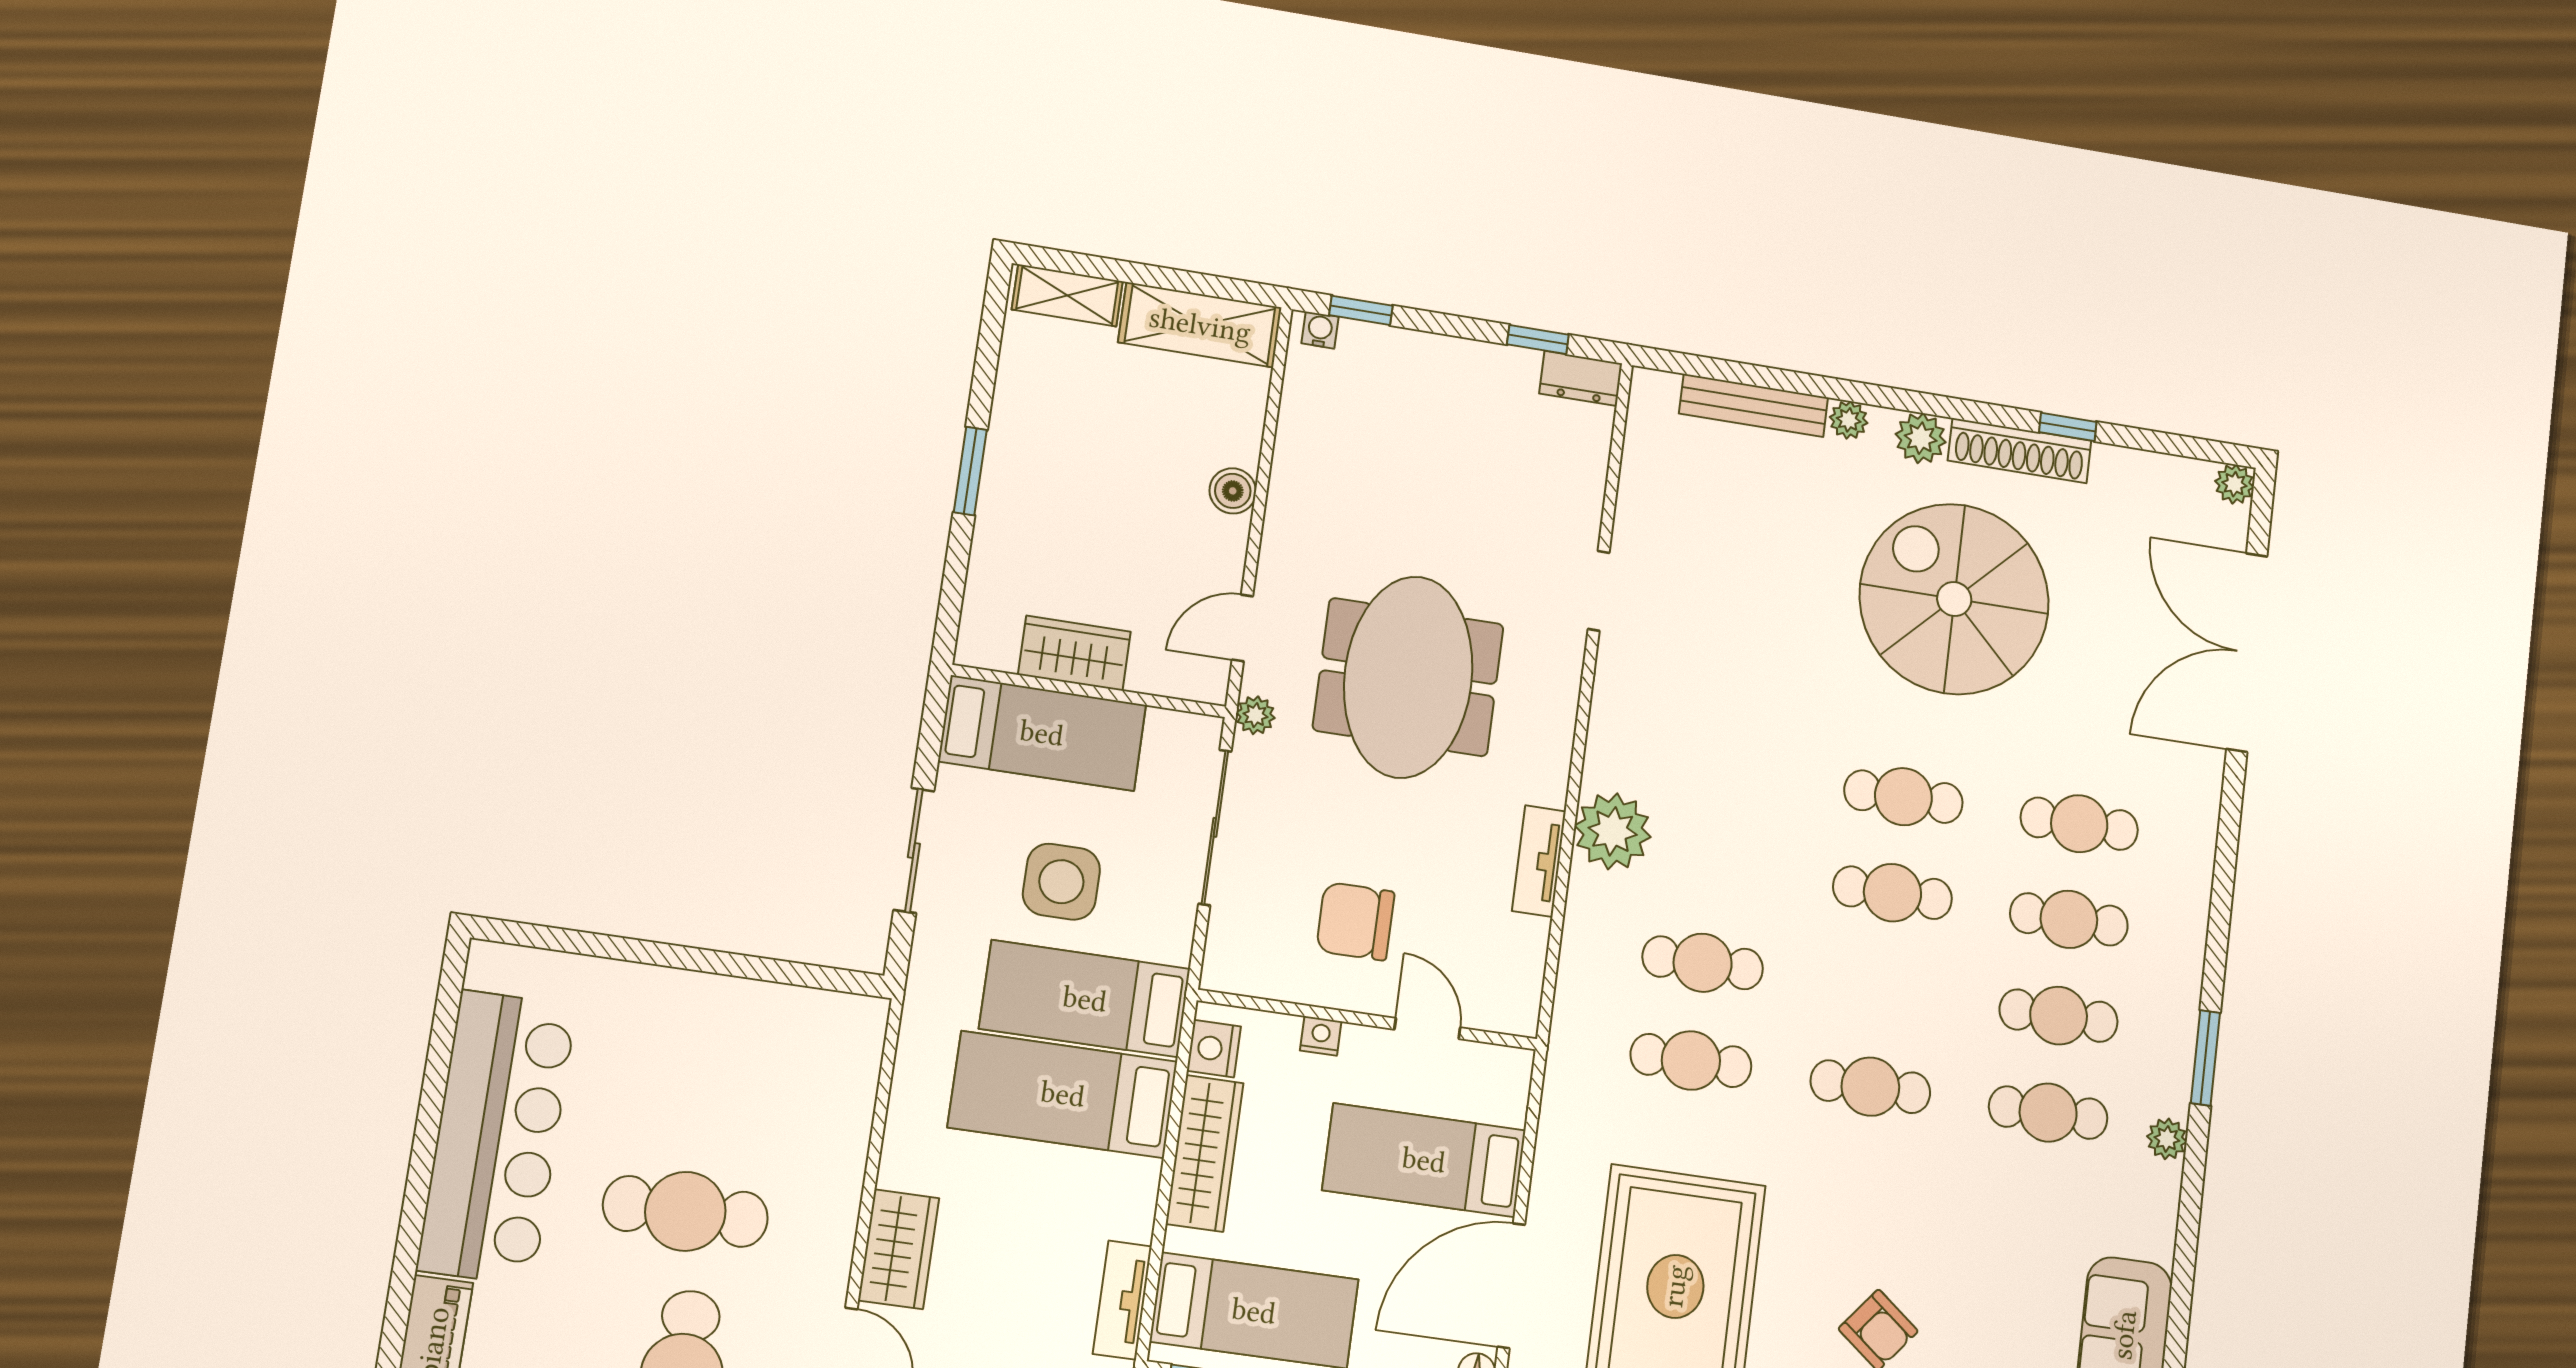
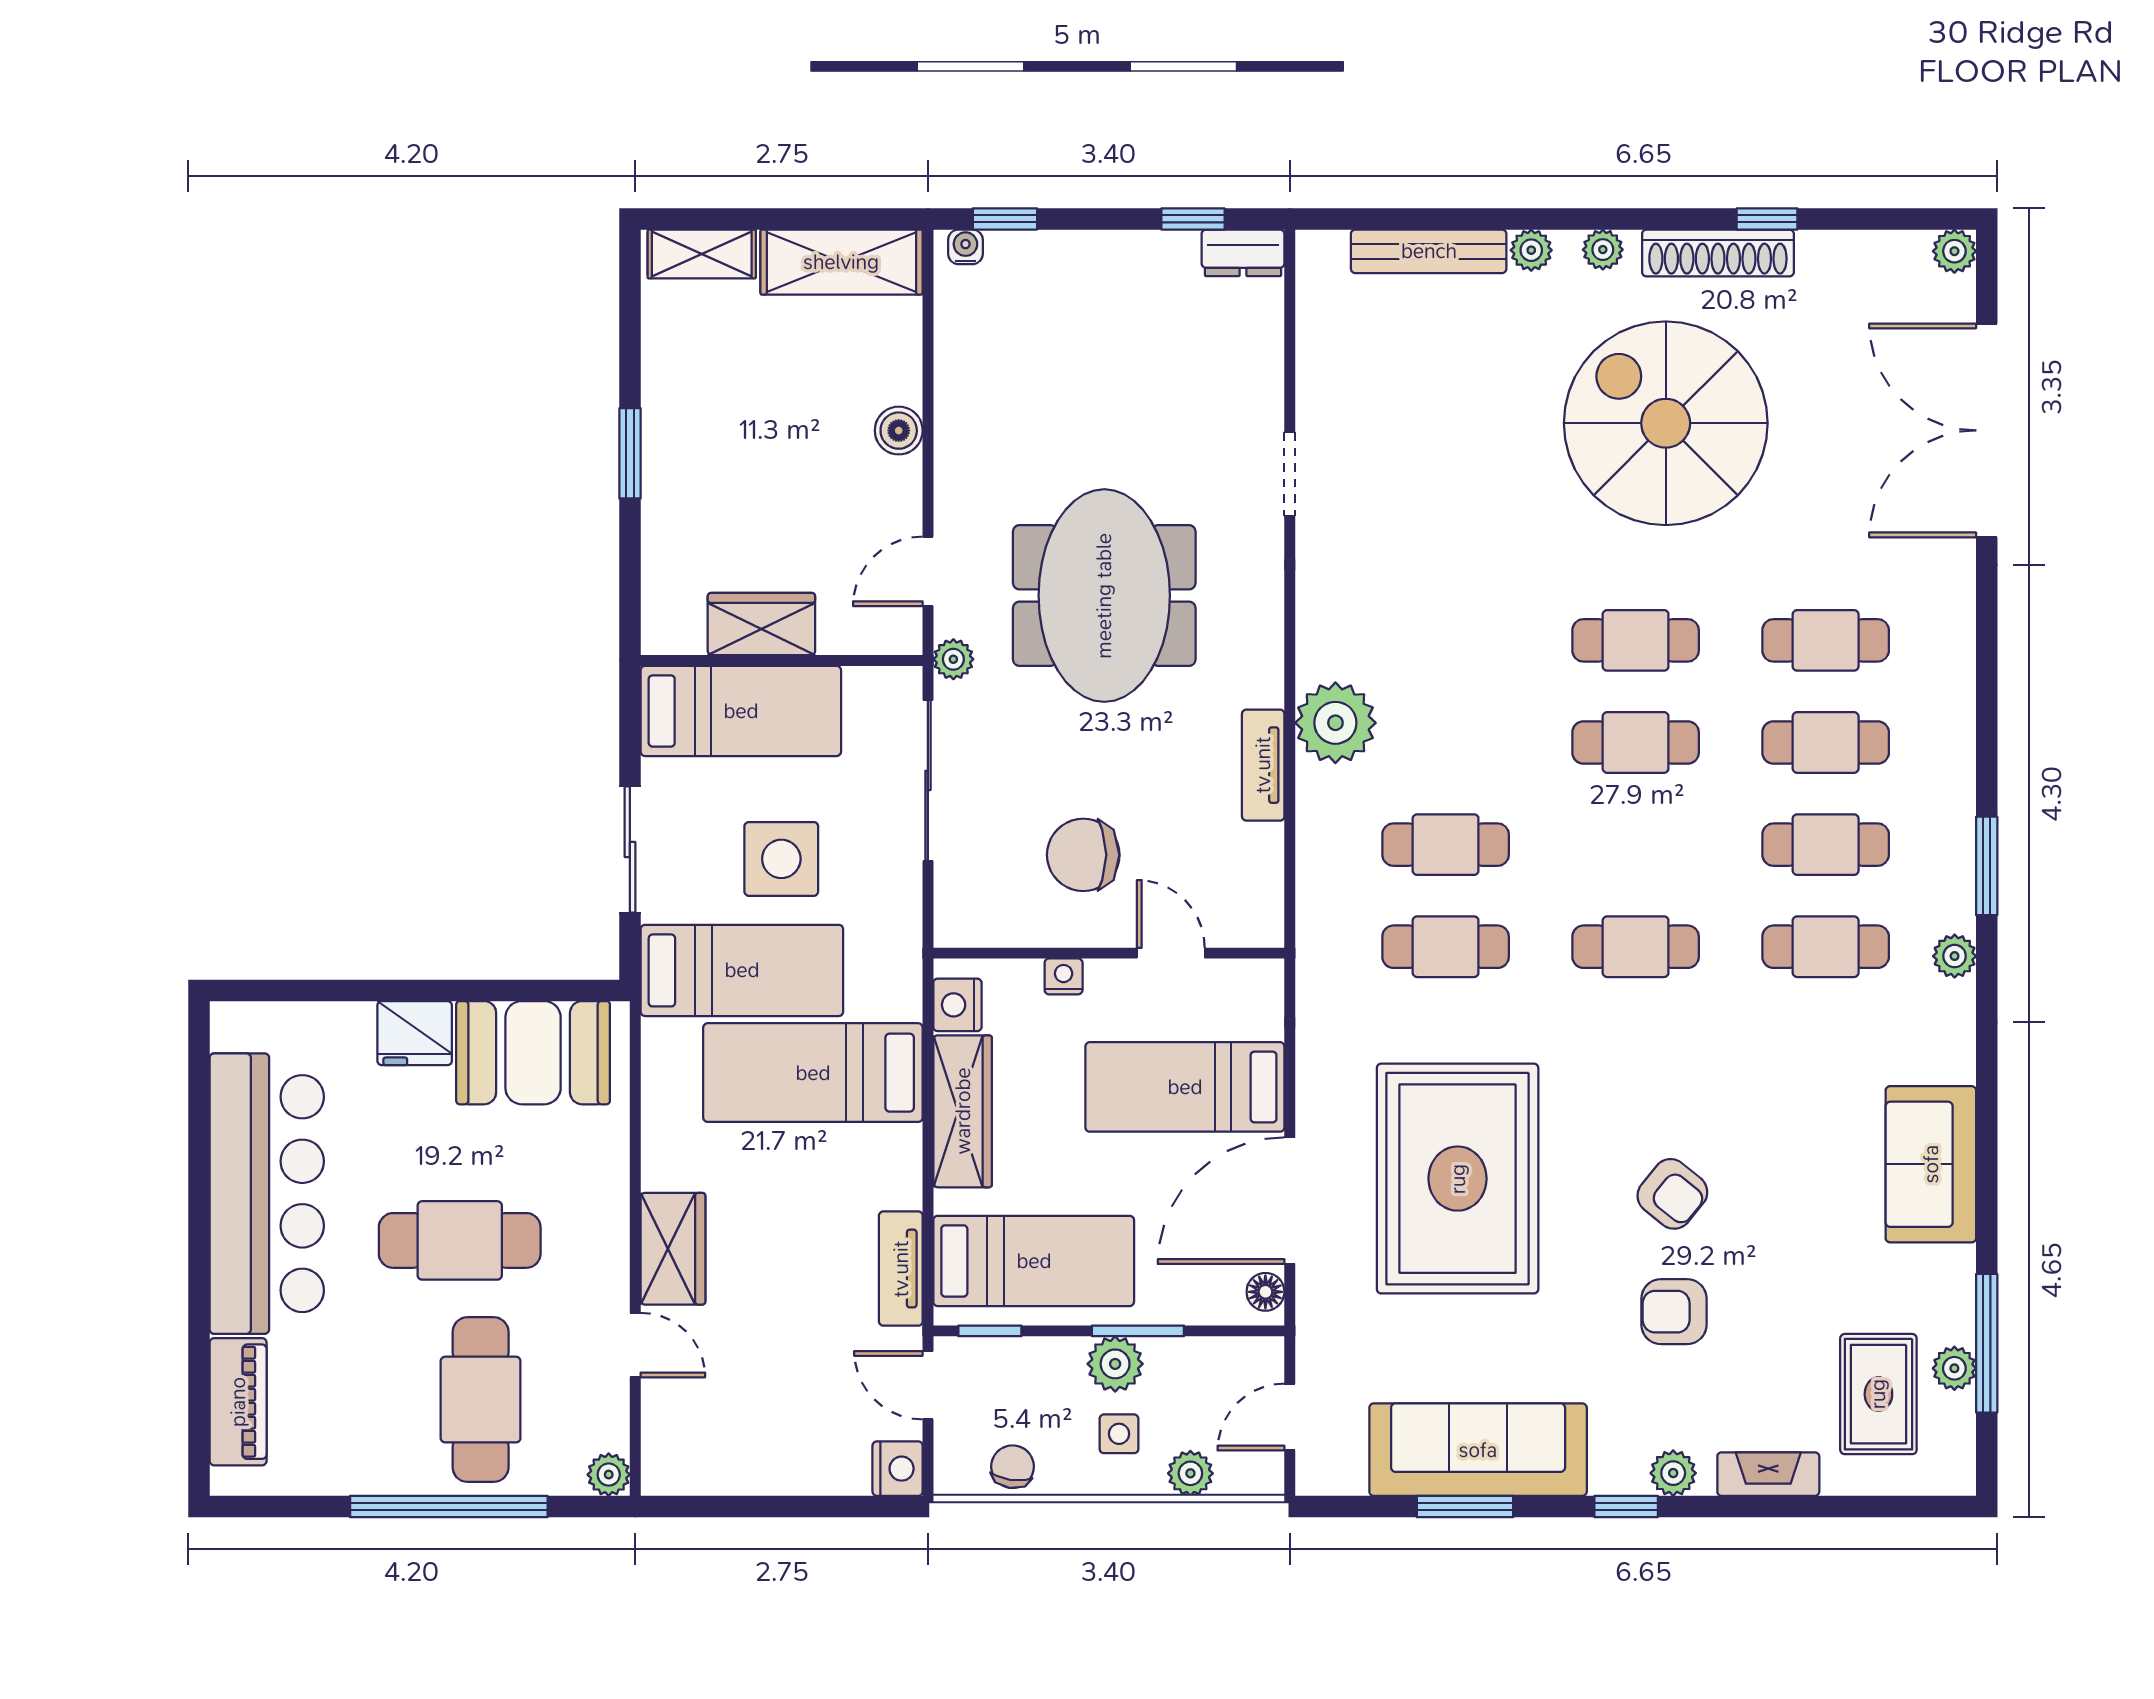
plant: (1921, 438) -> (1603, 250), width x0.73, depth x0.73
fridge: (672, 999) -> (415, 1033), added
bed: (1085, 999) -> (742, 970), moved, turned 180
booth: (788, 1035) -> (533, 1053), added

